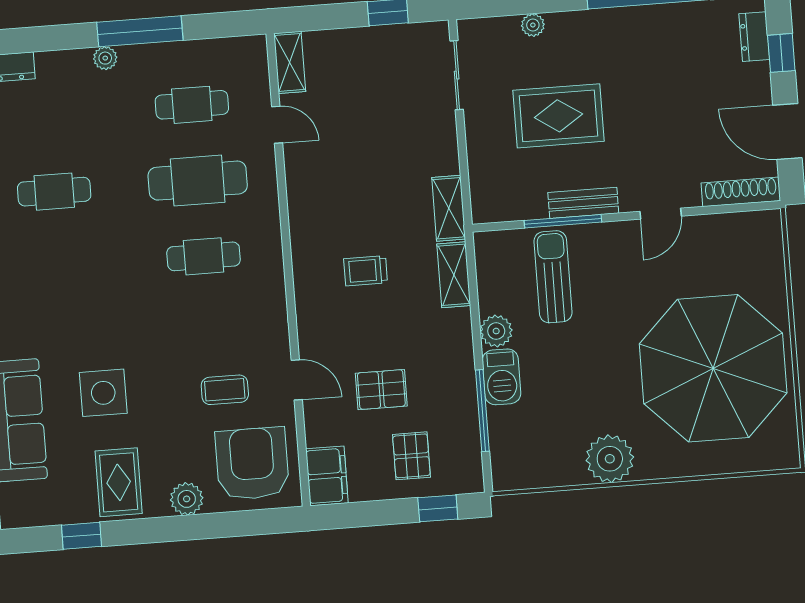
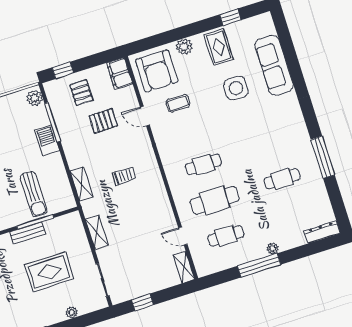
shelving: (449, 208) -> (97, 232), moved
plant: (496, 331) -> (35, 98), moved

